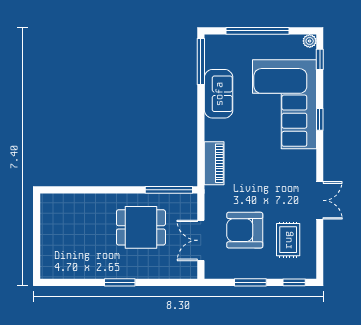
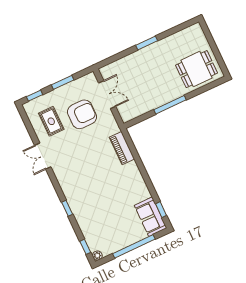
window: (201, 62) -> (161, 210), width x0.46
sofa: (219, 94) -> (151, 217), moved
corner sofa: (284, 104) -> (94, 207), removed
window: (169, 190) -> (170, 105), moved
dining table: (141, 227) -> (197, 69), moved

